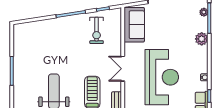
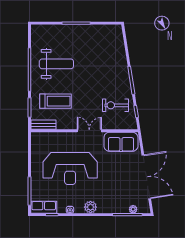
plant: (202, 39) -> (90, 207), moved
double door: (123, 69) -> (89, 131), moved

